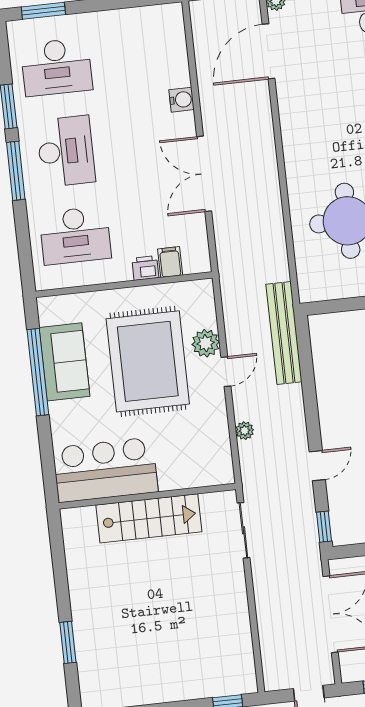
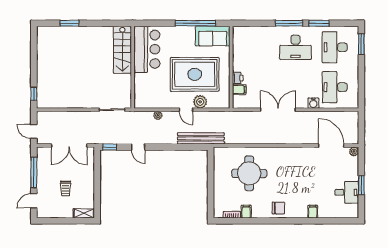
desk: (75, 235) -> (335, 87), moved
sofa: (64, 362) -> (213, 36), moved
stairs: (149, 518) -> (122, 50), moved

